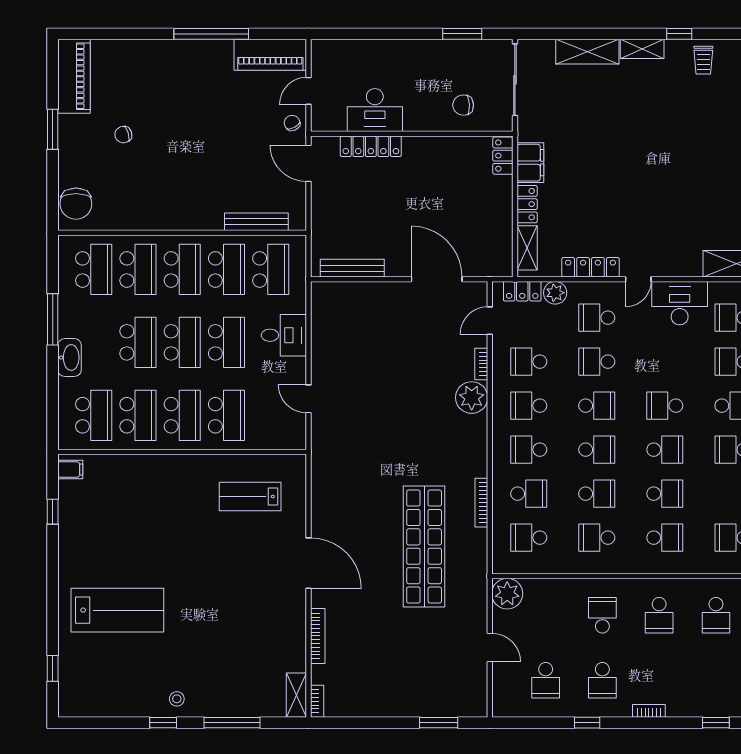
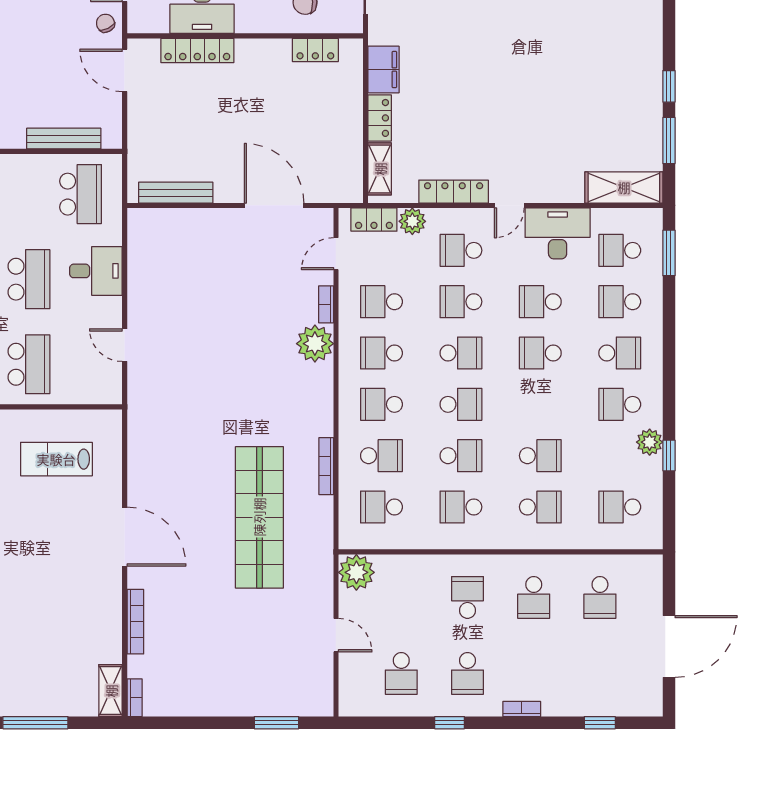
locker: (503, 156) -> (315, 50), moved, turned -90
school desk: (226, 269) -> (29, 194), removed
school desk: (665, 450) -> (540, 302), moved, turned 180

